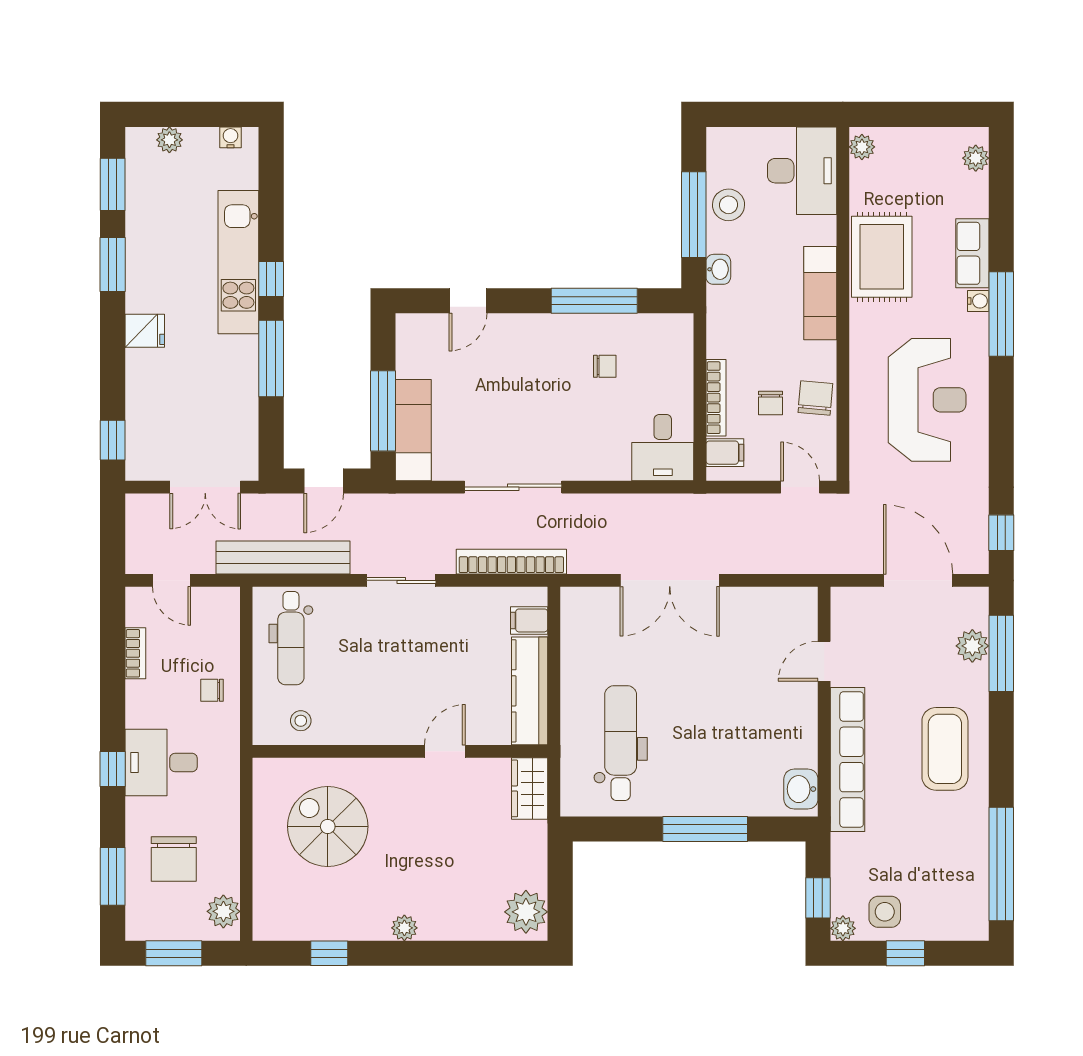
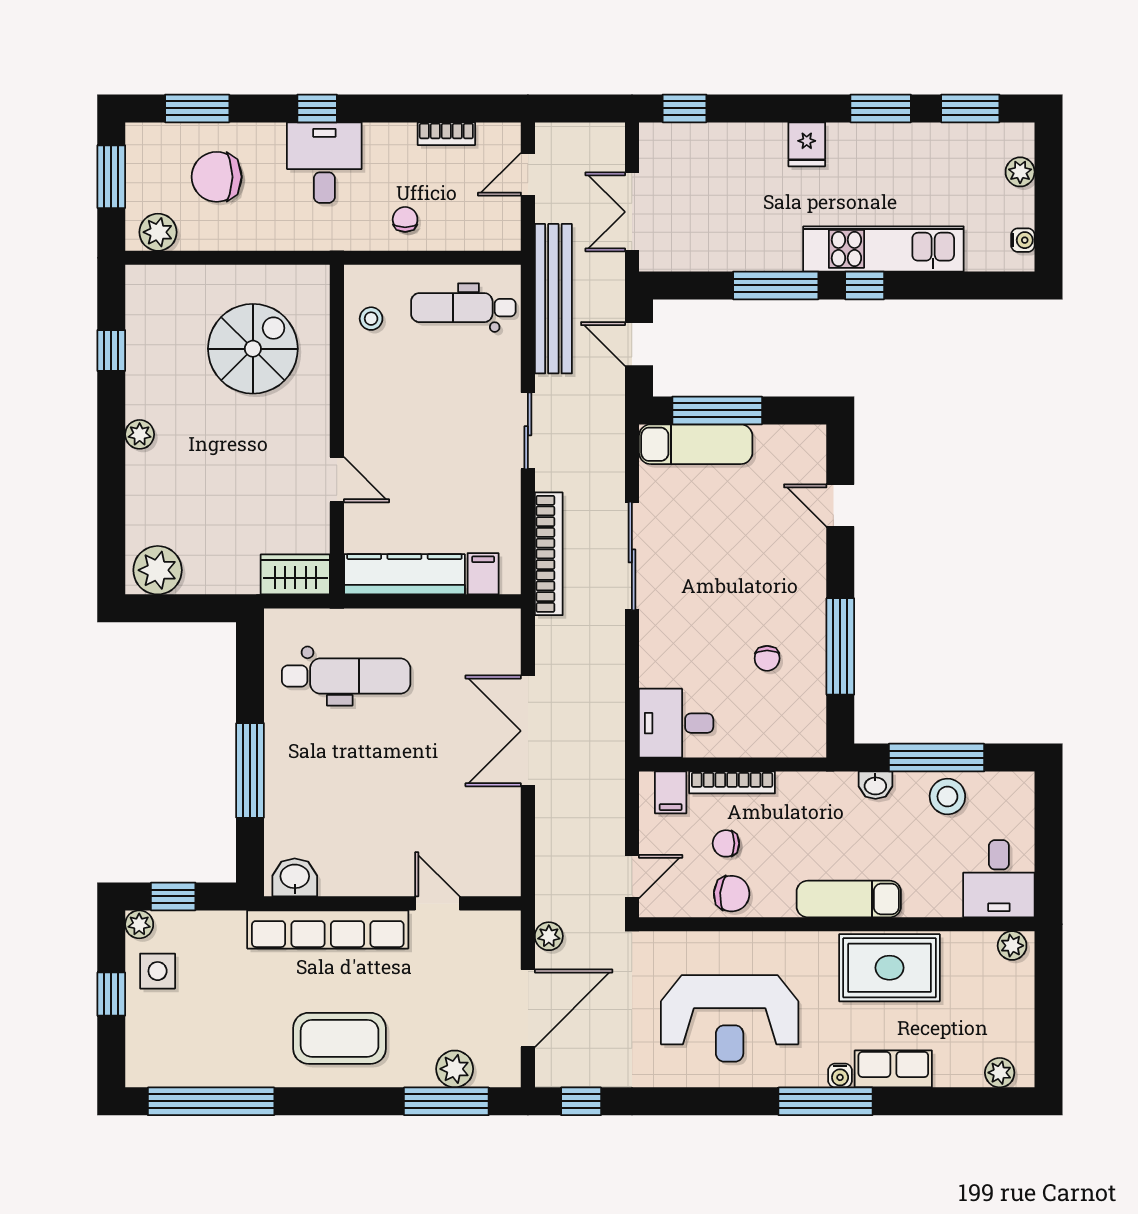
desk: (802, 171) -> (999, 879), width x0.73
plant: (854, 562) -> (549, 936), added

